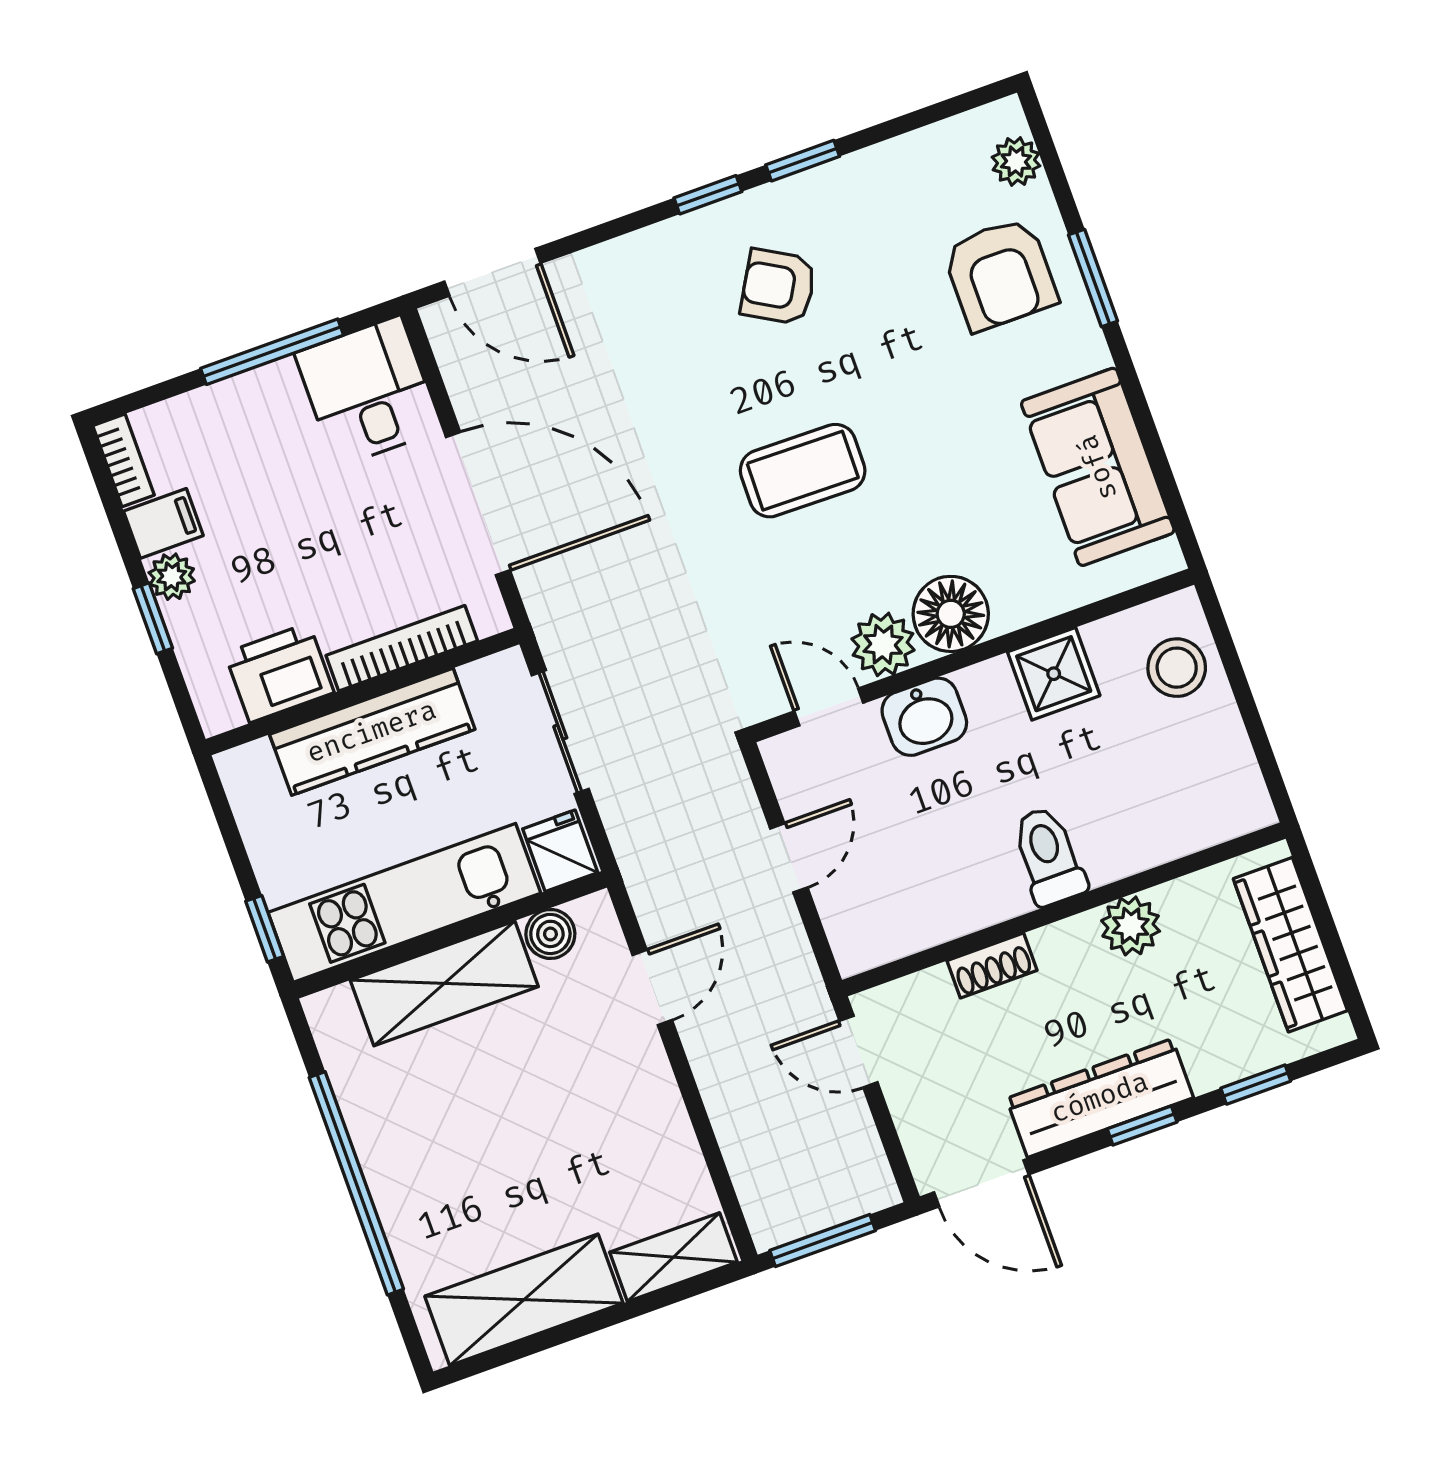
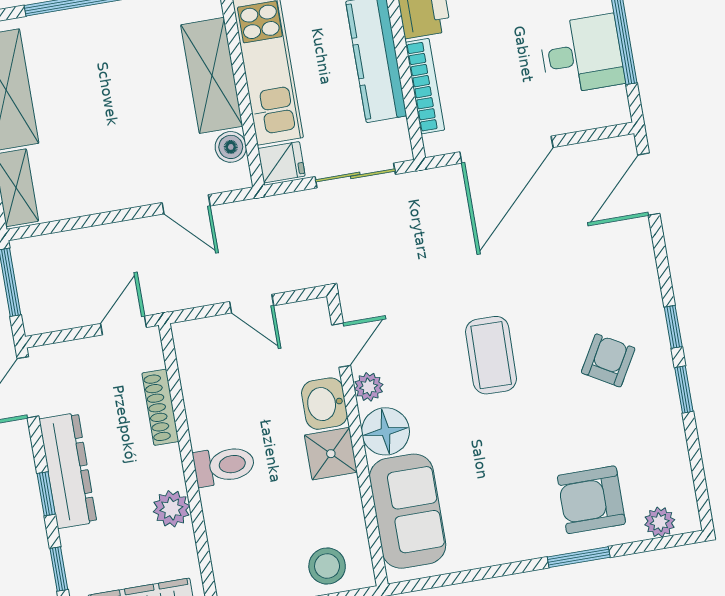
desk: (368, 392) -> (582, 55), moved
sofa: (1098, 467) -> (408, 511), moved, turned 90
plant: (883, 644) -> (369, 387), width x0.73, depth x0.73
shower: (1054, 674) -> (331, 454), moved
shoe rack: (992, 965) -> (160, 407), width x1.43

